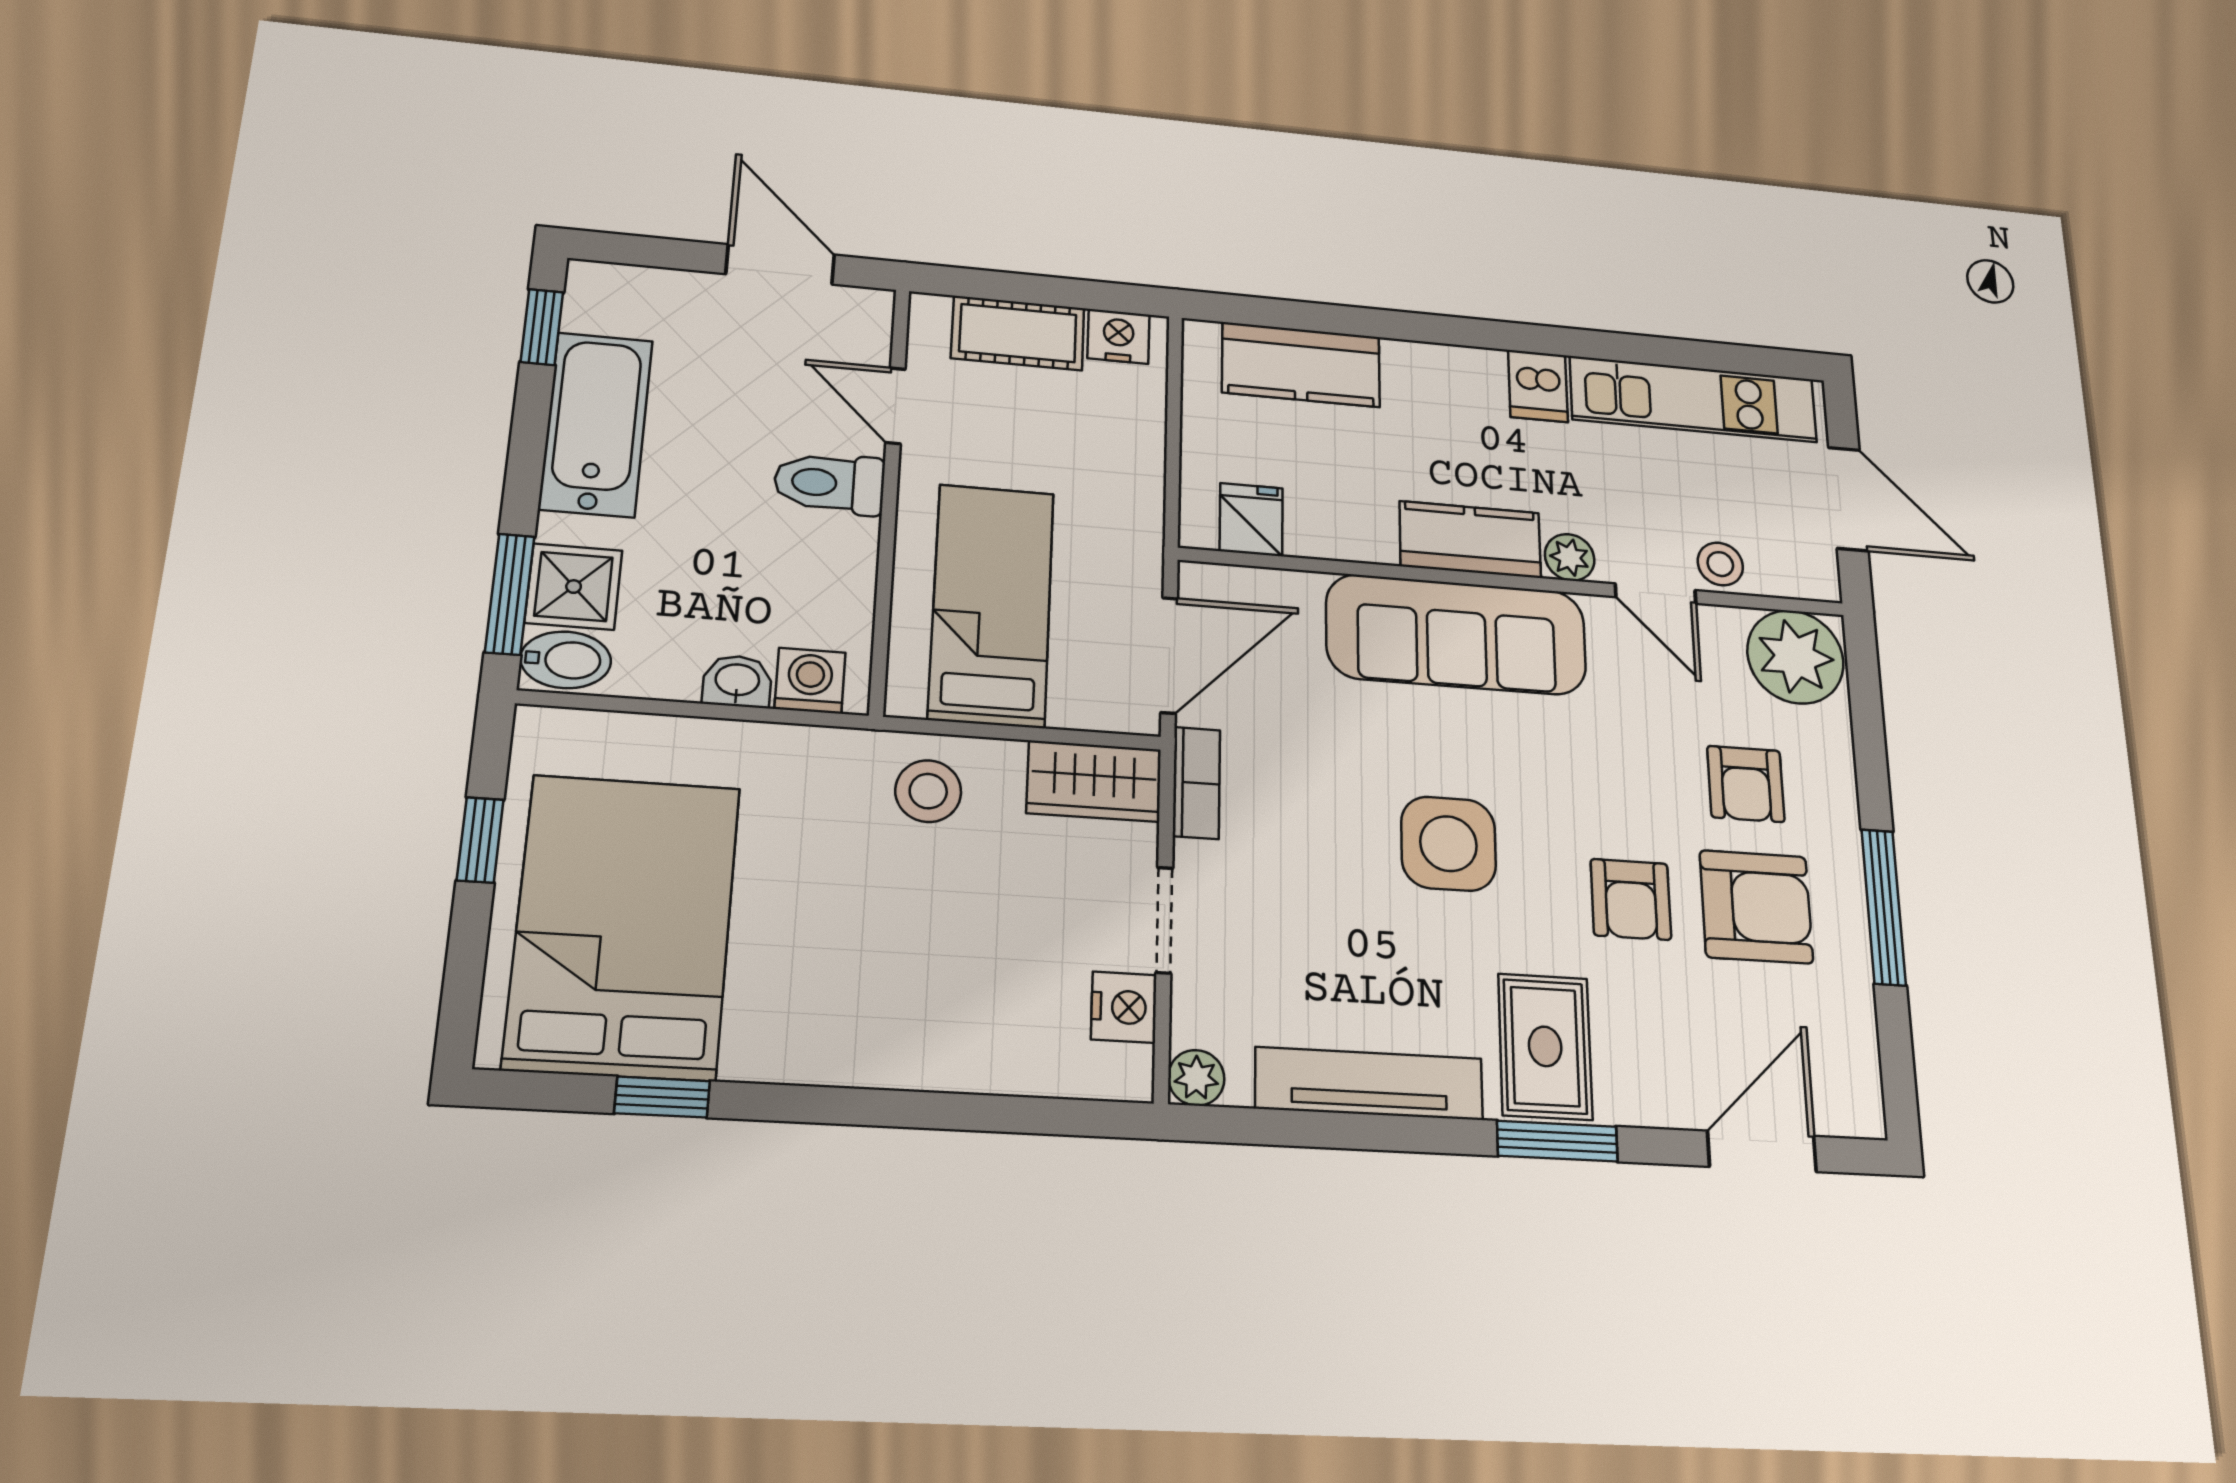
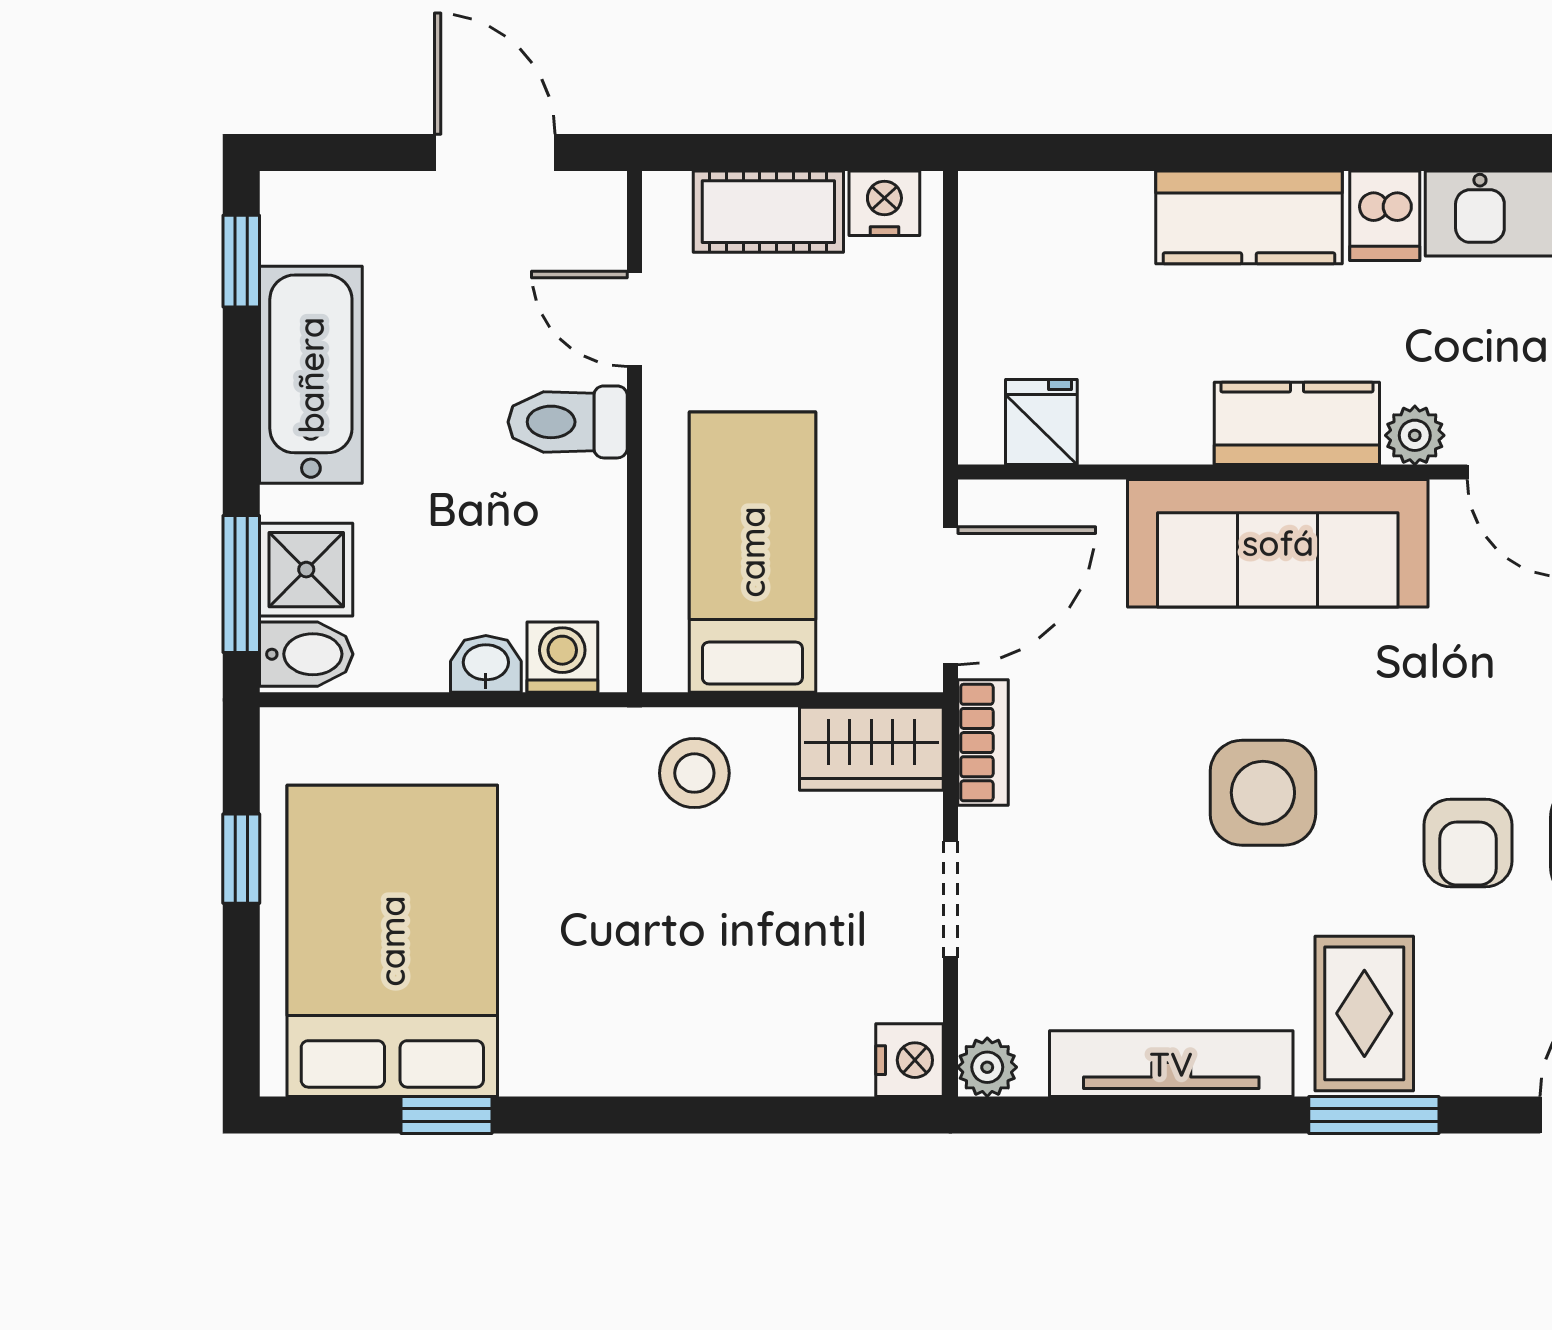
kitchen counter: (1301, 365) -> (1249, 217), moved
nightstand: (1124, 1007) -> (910, 1060), moved

